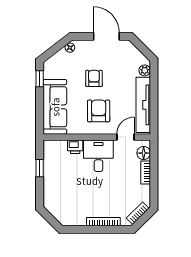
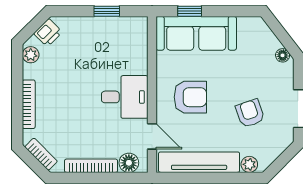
armchair: (94, 78) -> (250, 113), moved, turned -109
window: (40, 79) -> (190, 11), moved
printer: (75, 147) -> (48, 33), moved, turned -135
bookcase: (146, 172) -> (91, 166), width x1.56
plant: (70, 220) -> (31, 55), added

